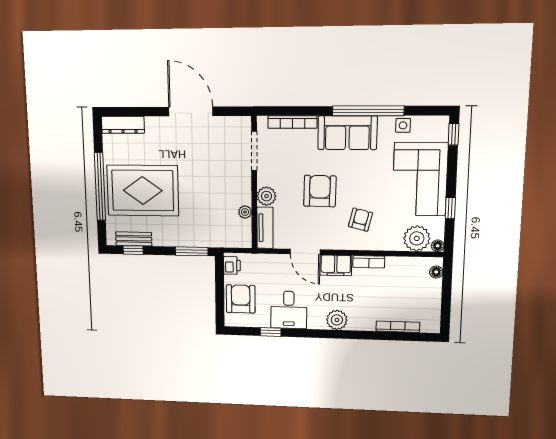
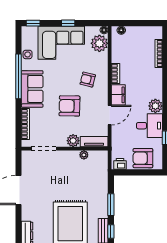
window: (450, 208) -> (68, 23), moved
window: (192, 251) -> (111, 205), moved
plant: (337, 320) -> (155, 106), moved

